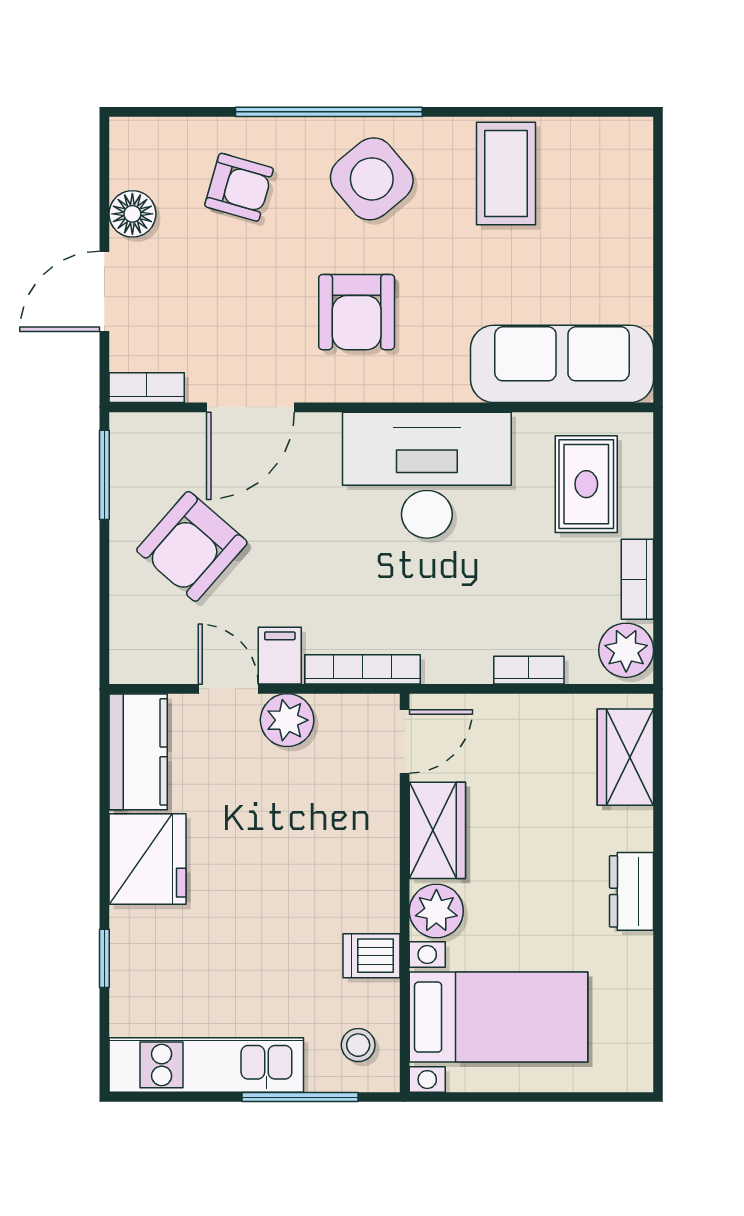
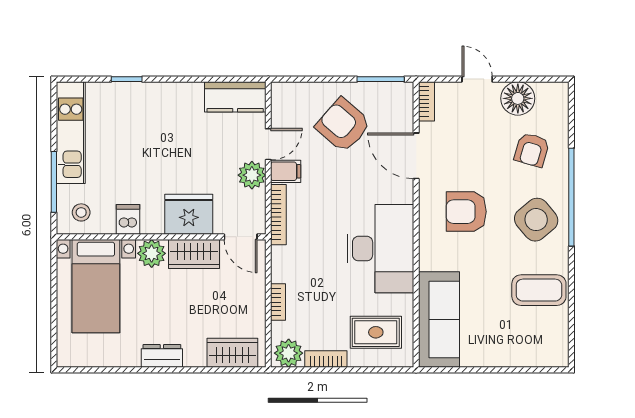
floor lamp: (132, 214) -> (518, 98), width x1.38, depth x1.38
door: (104, 291) -> (477, 79), width x0.73
fridge: (148, 859) -> (189, 214), moved, turned 180

